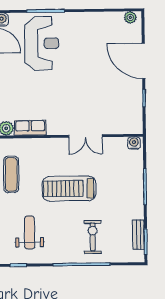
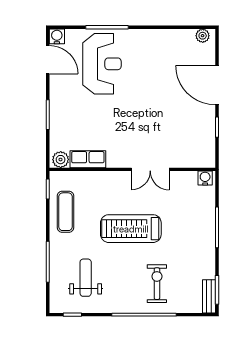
bench: (139, 235) -> (209, 296), moved

